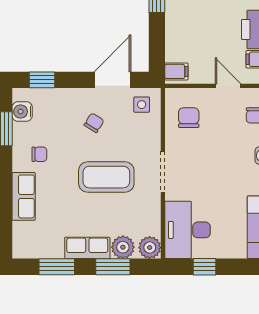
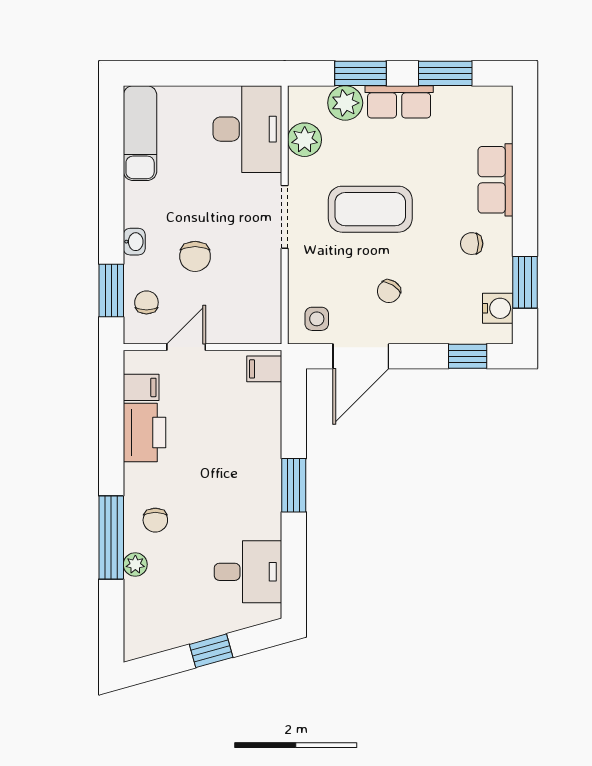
door: (228, 86) -> (186, 347), swing flipped
chair: (189, 118) -> (195, 256), moved
plant: (150, 248) -> (305, 140), moved
window: (204, 267) -> (222, 73), removed

